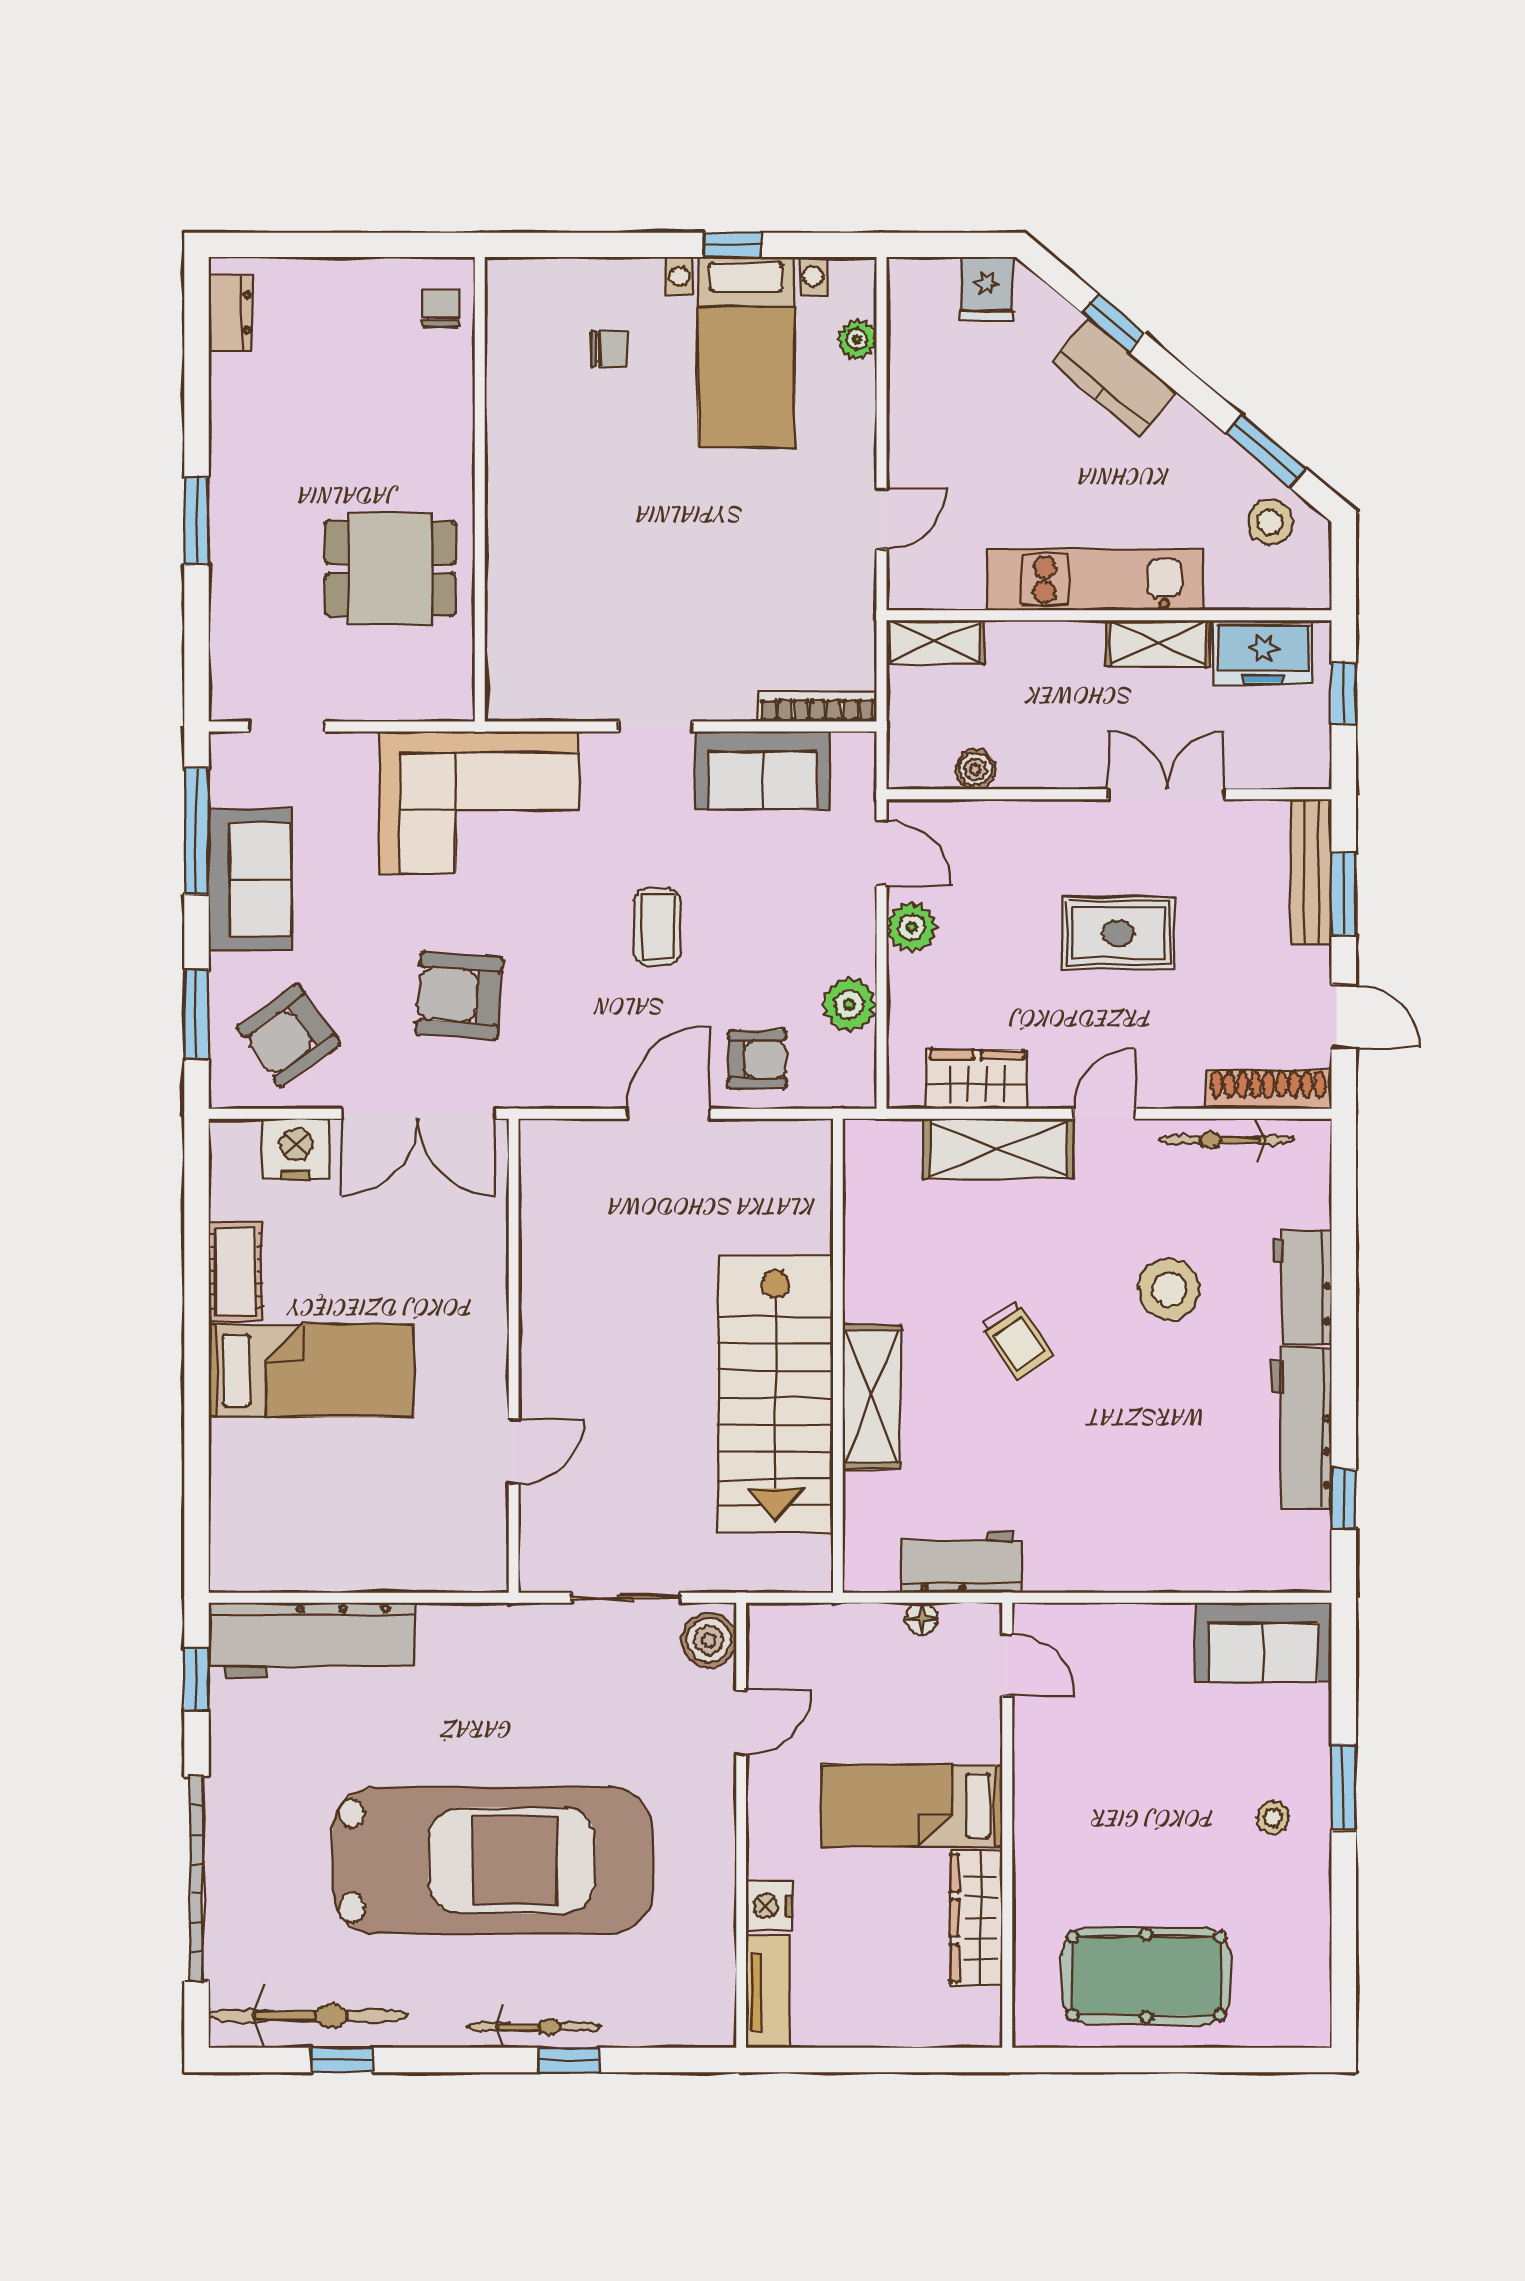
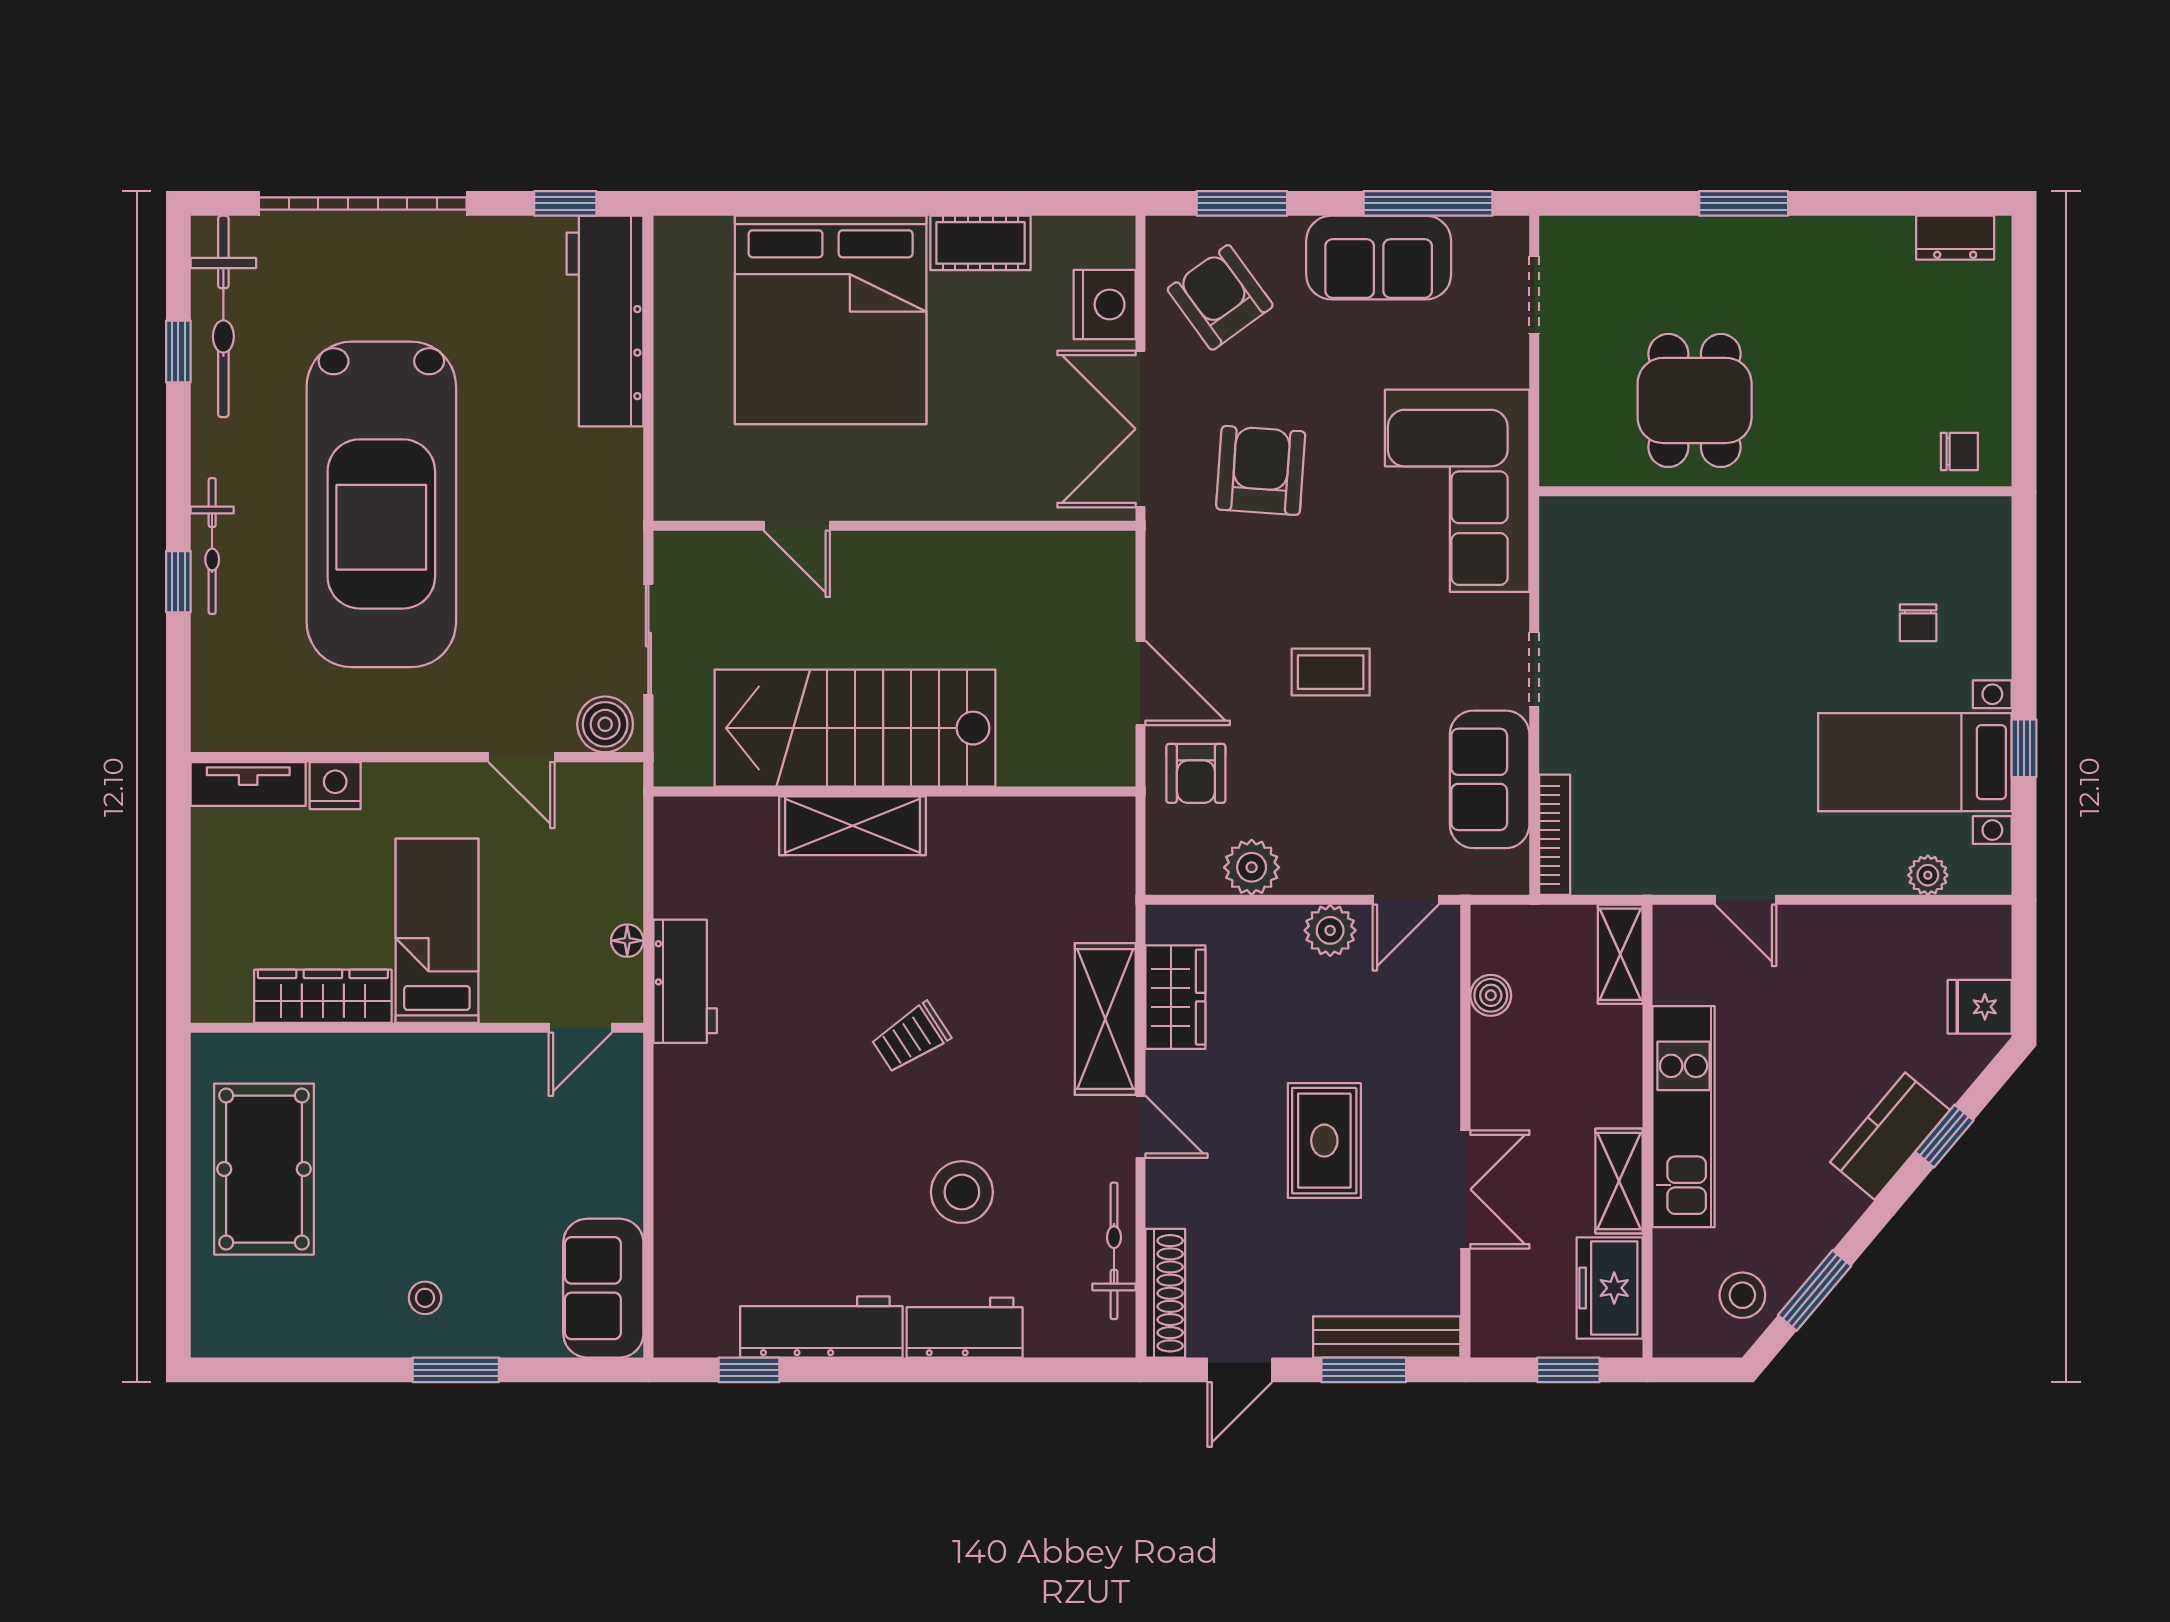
wall: (838, 1356) -> (894, 792), moved
bed: (311, 1370) -> (831, 320), width x2.04
stairs: (775, 1395) -> (855, 728), moved
shelving: (872, 1397) -> (853, 826), moved

